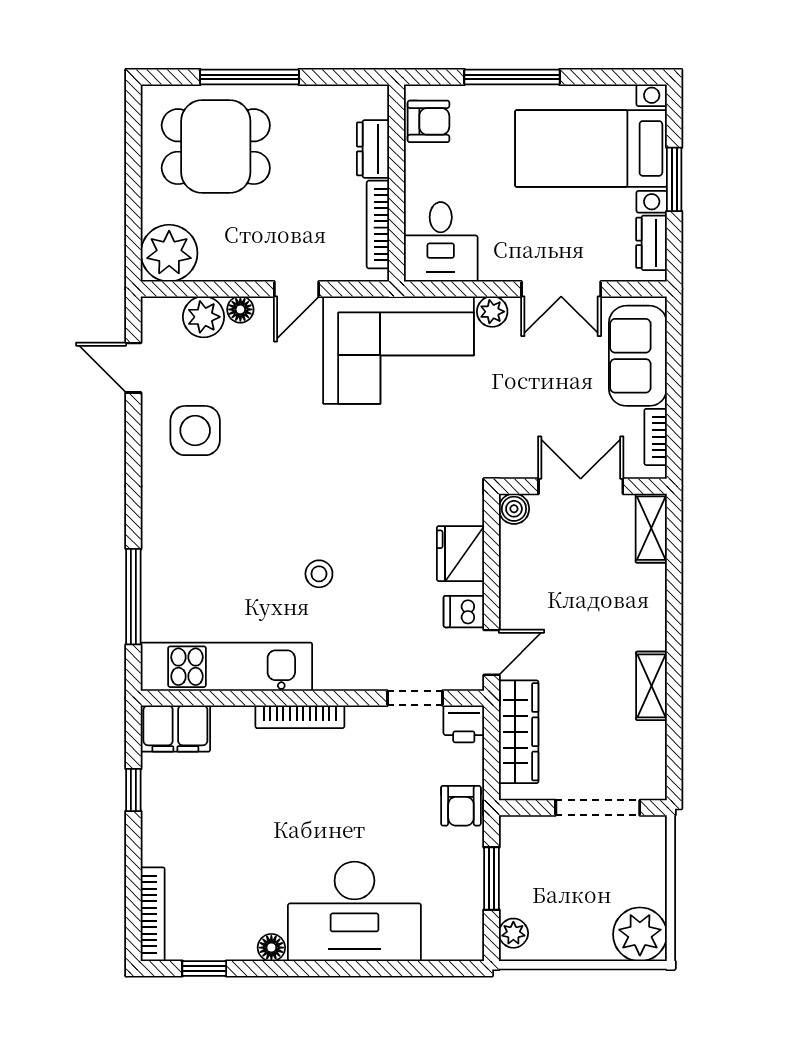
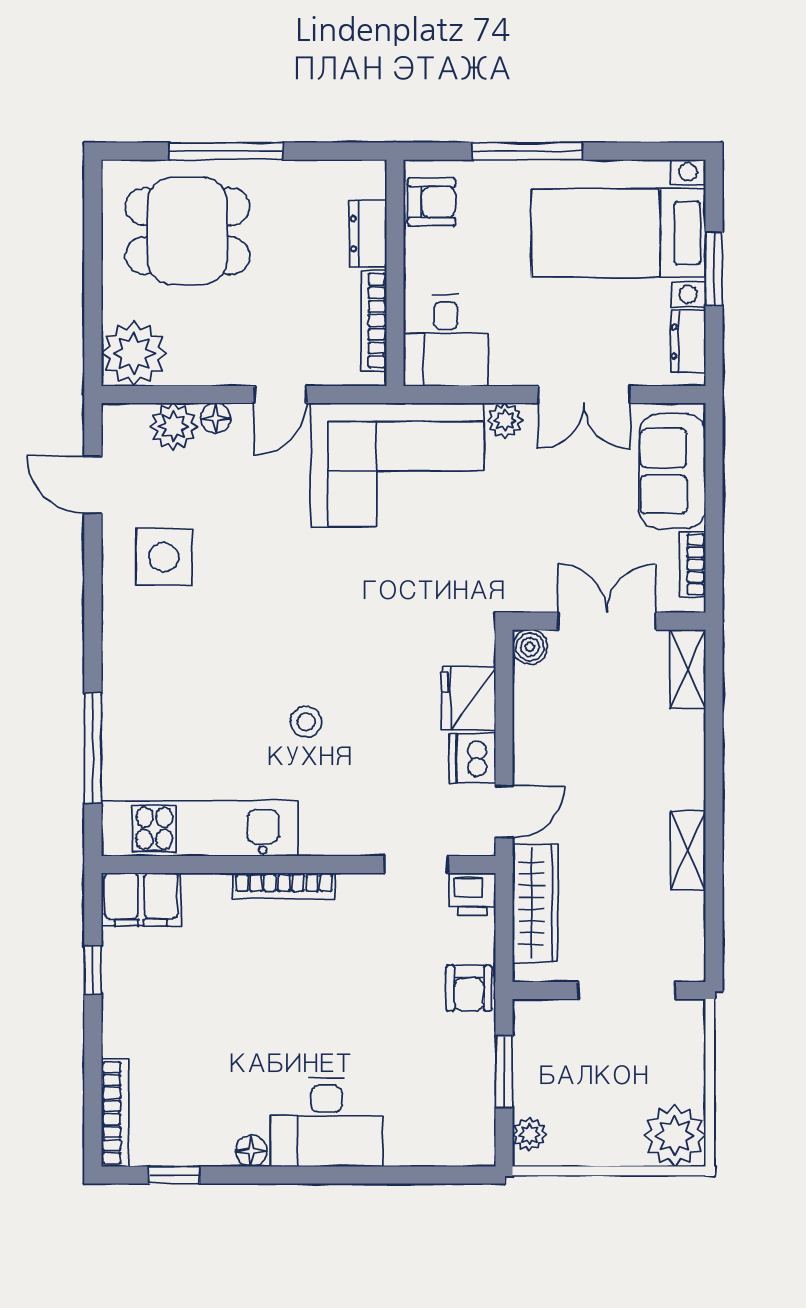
dishwasher: (464, 612) -> (472, 758), width x1.38
desk: (354, 911) -> (326, 1123), width x0.73, depth x0.77

